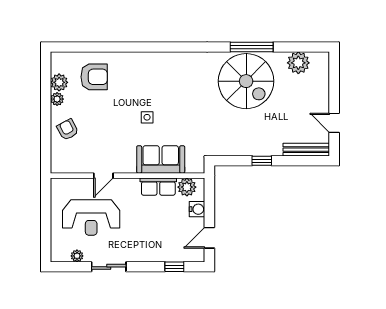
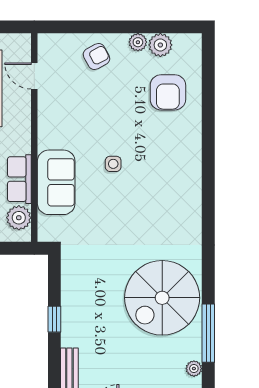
window: (252, 47) -> (208, 333), moved
plant: (298, 63) -> (194, 369), width x0.53, depth x0.53
door: (103, 176) -> (34, 76), moved

